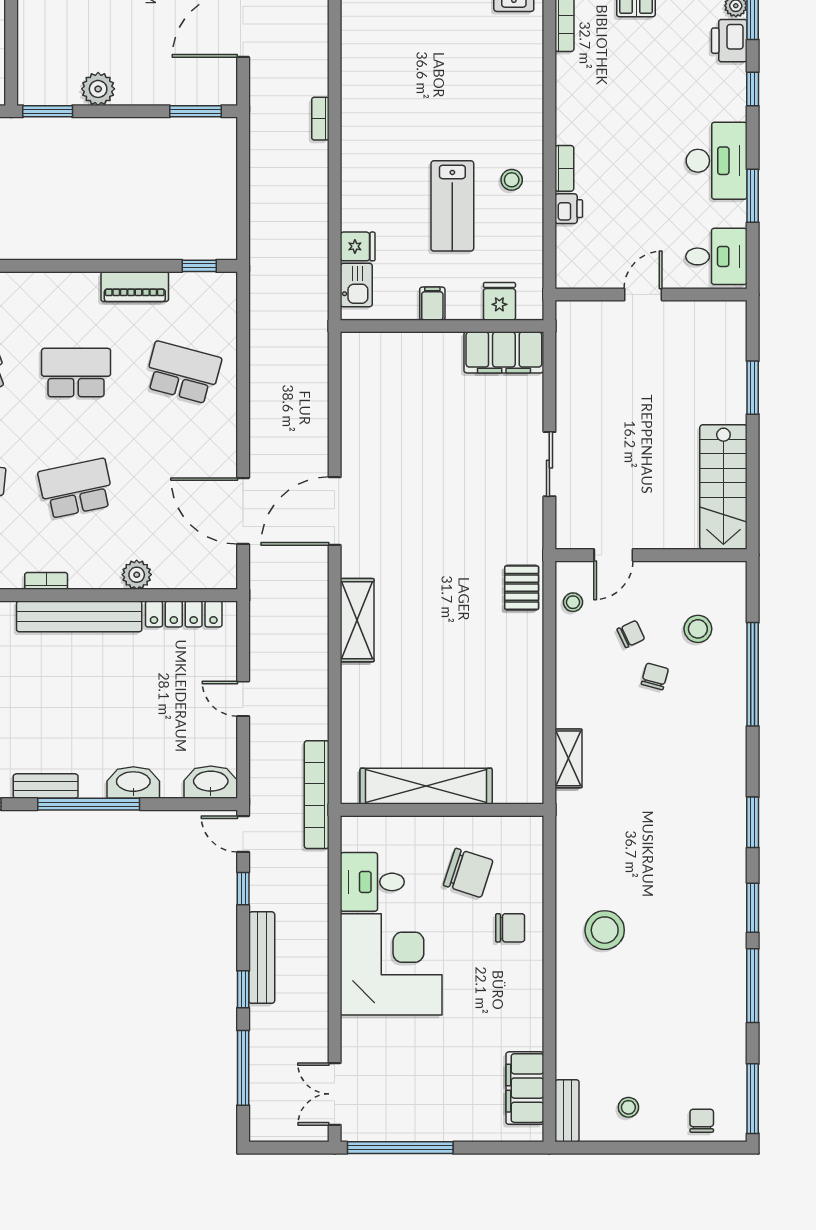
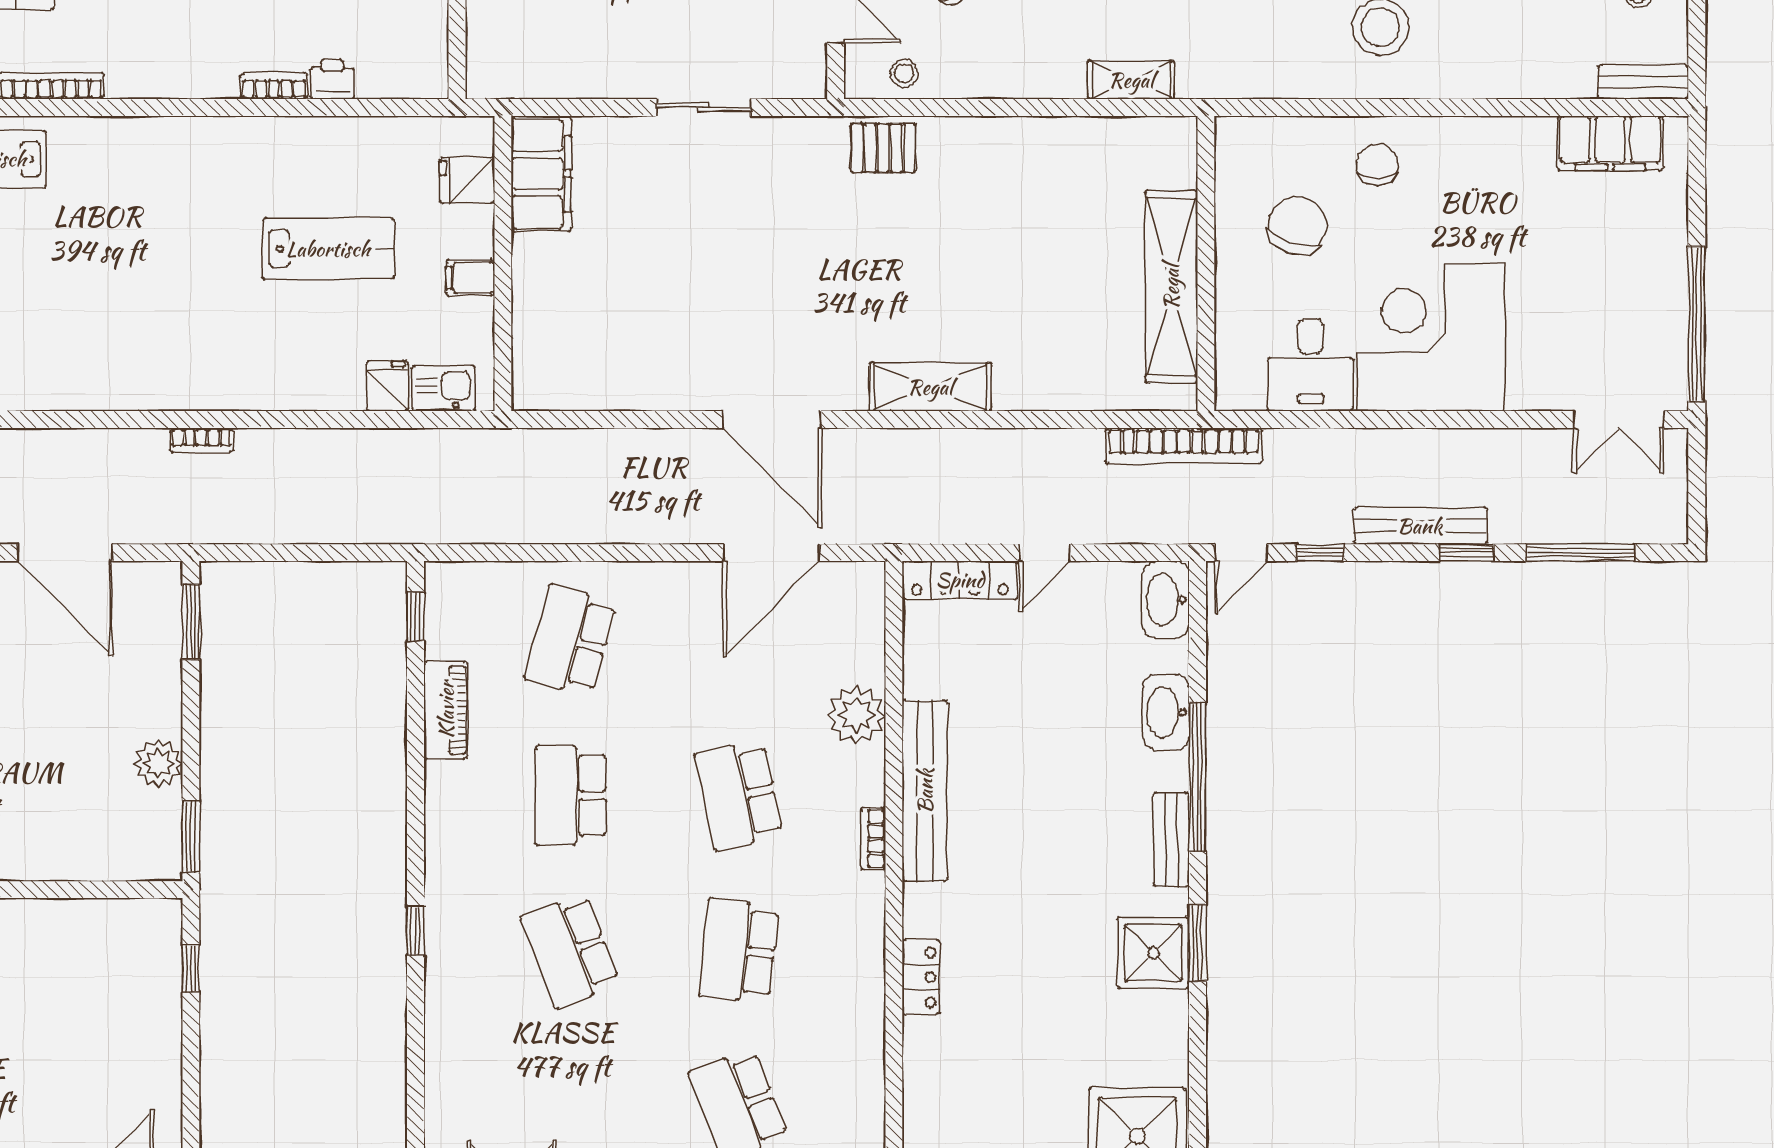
stool: (512, 180) -> (290, 162), removed
plant: (137, 575) -> (857, 715), width x1.36, depth x1.36
locker: (184, 614) -> (960, 580), moved, turned 90

